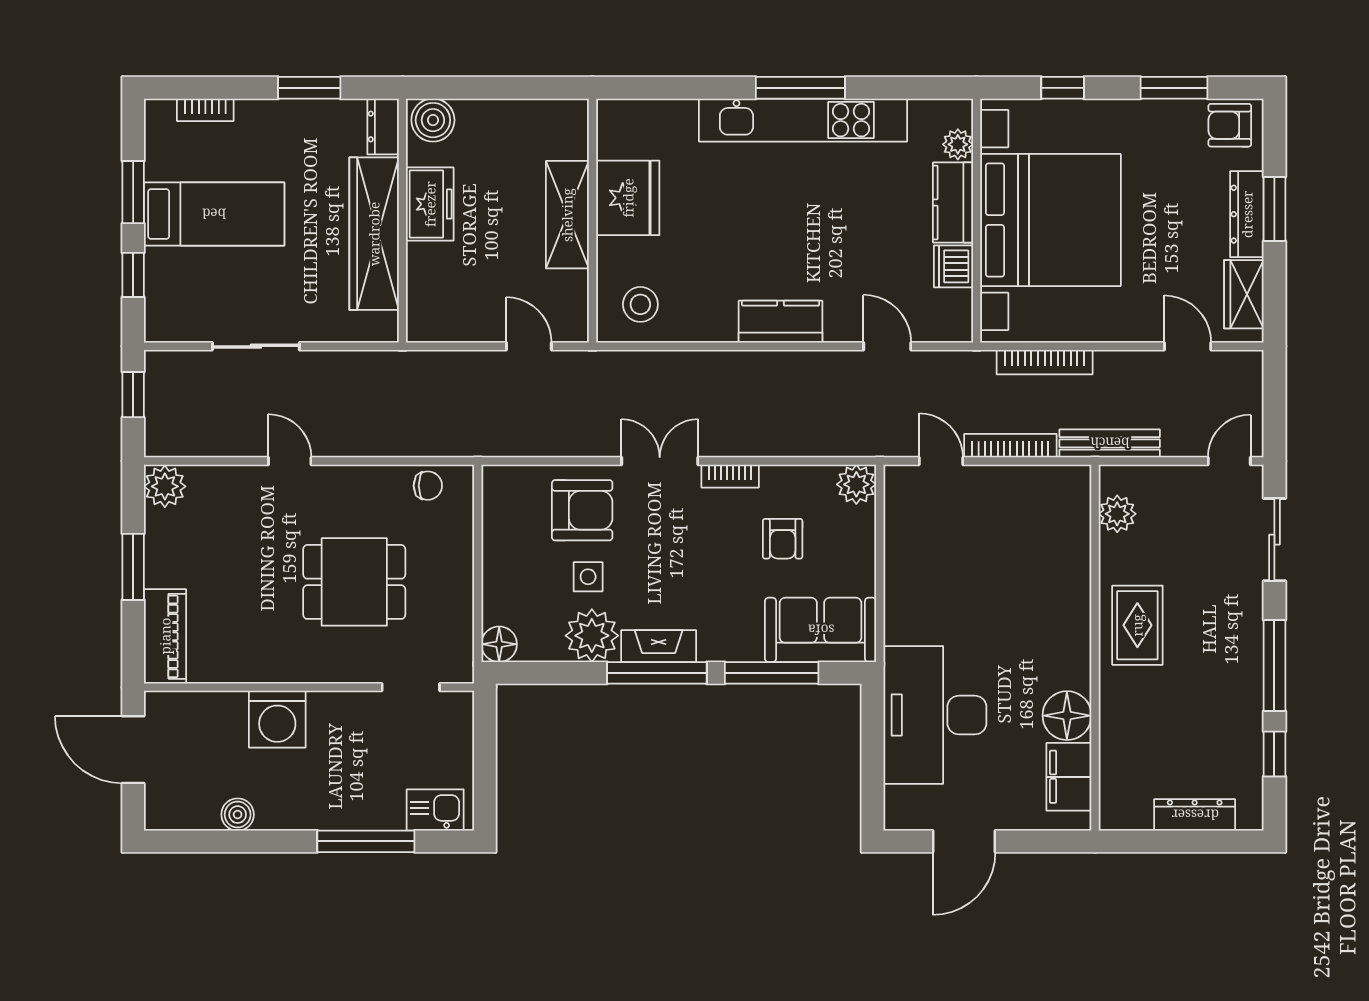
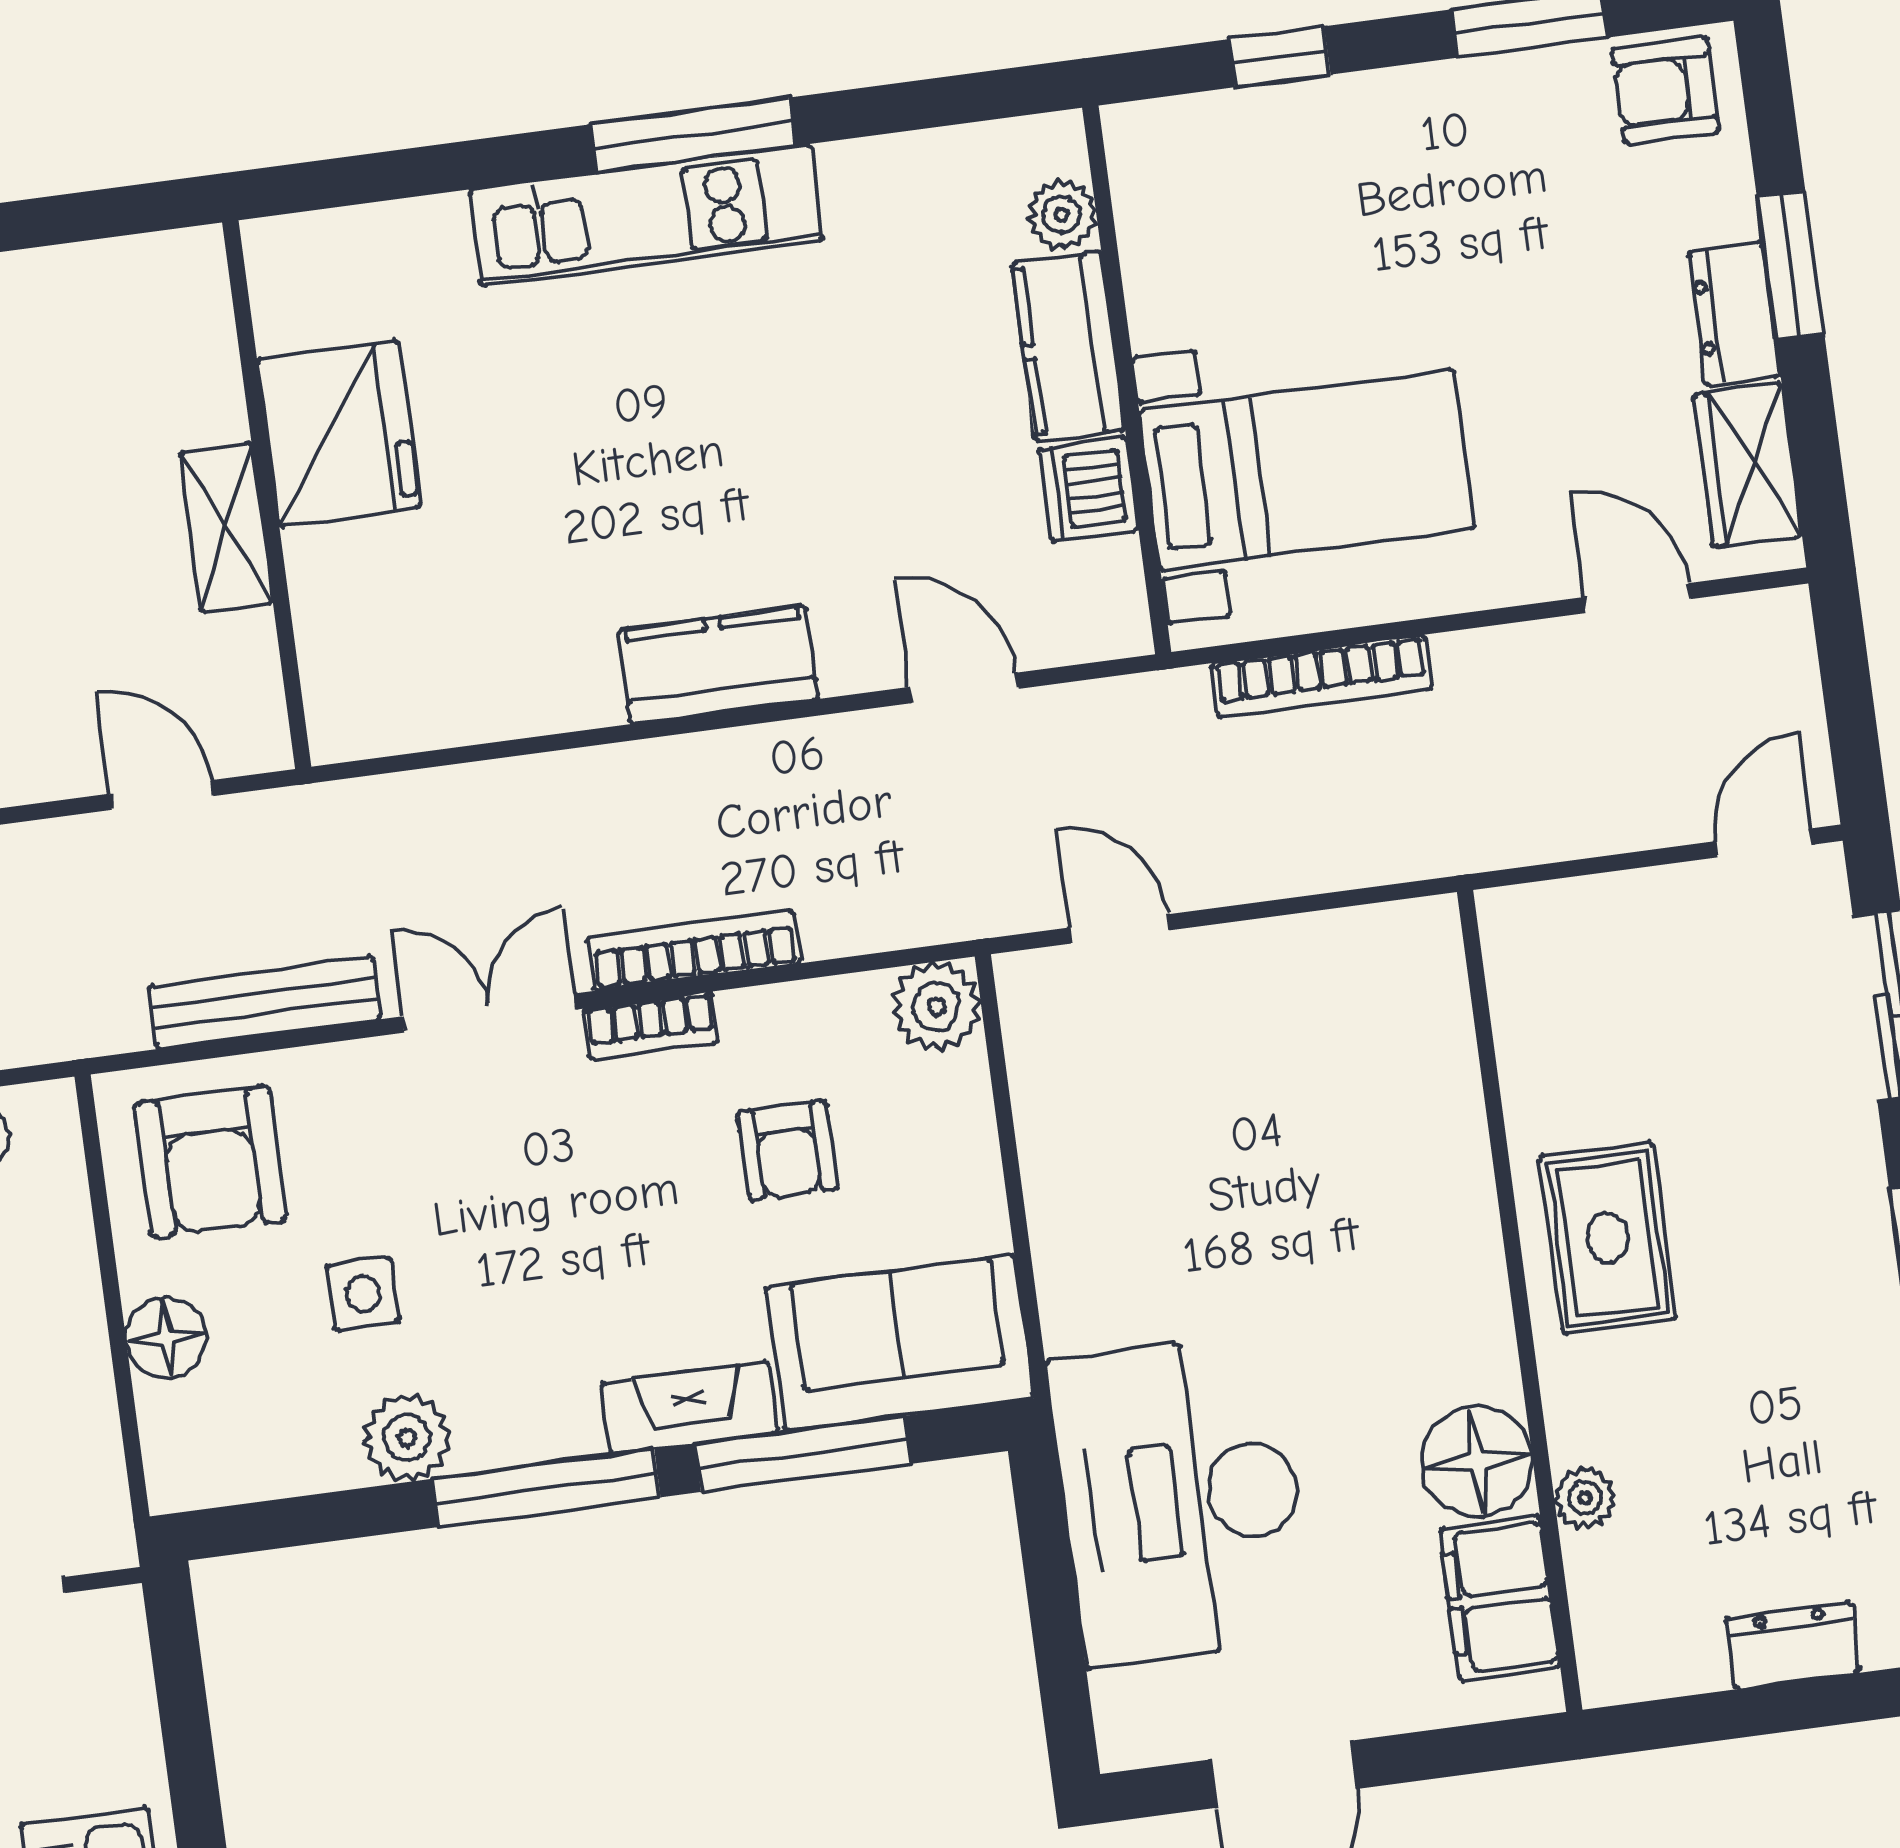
kitchen unit: (803, 120) -> (646, 215), width x0.73
dresser: (1247, 214) -> (1734, 314), width x0.70
shelving: (567, 215) -> (226, 528), width x0.67, depth x0.75
bed with nightstands: (1051, 220) -> (1307, 470), width x0.54
stool: (640, 304) -> (399, 668), removed
bench: (1110, 443) -> (265, 1003), moved
bookcase: (1010, 446) -> (694, 951), moved
armchair: (582, 510) -> (211, 1162), moved, turned 90
plant: (1117, 514) -> (1585, 1498), moved, width x0.73, depth x0.73
plant: (592, 636) -> (407, 1438), width x0.73, depth x0.73
floor lamp: (499, 644) -> (166, 1337), moved
fireplace: (659, 646) -> (690, 1408), moved
dresser: (1195, 815) -> (1793, 1646), width x0.70

